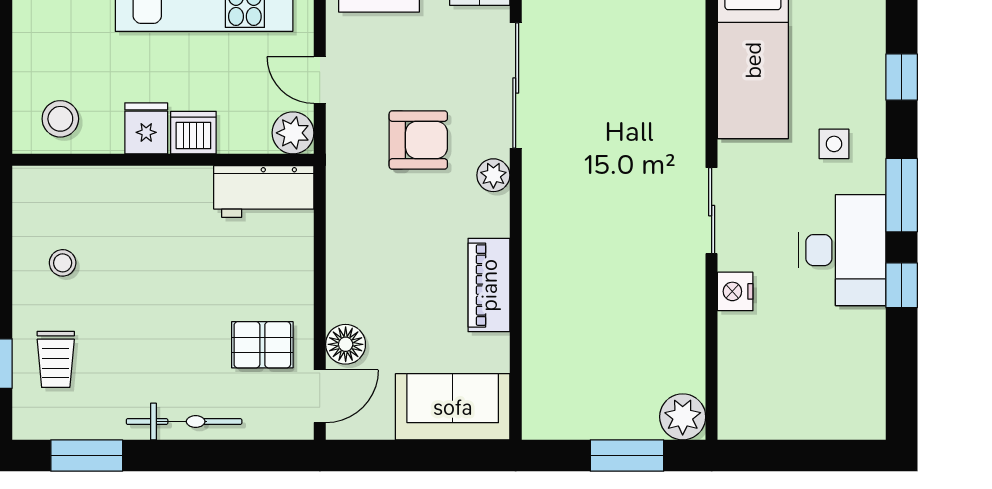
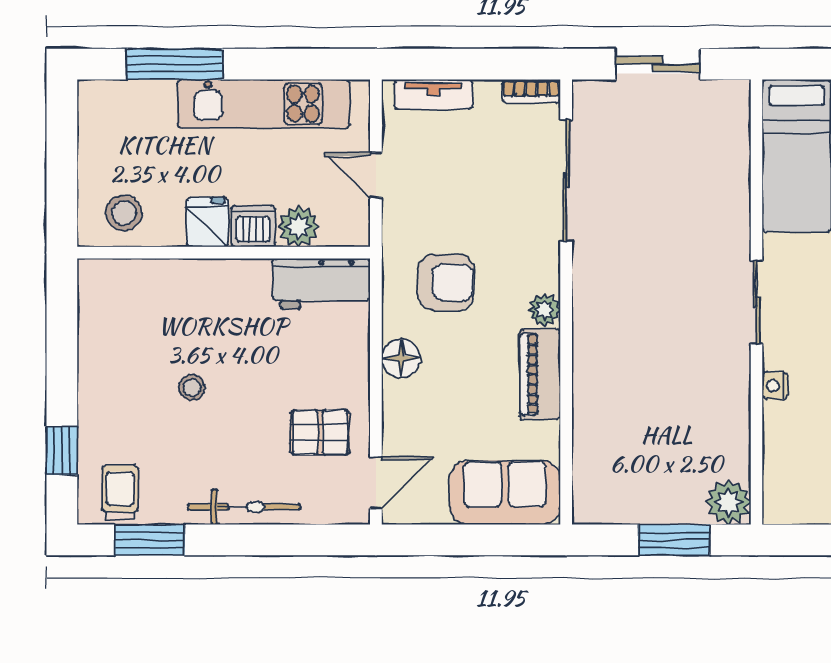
plant: (293, 133) -> (299, 227), moved
armchair: (418, 140) -> (446, 282), moved
plant: (493, 175) -> (544, 310), moved
stool: (63, 263) -> (192, 388), moved
nightstand: (735, 291) -> (775, 386), width x0.72, depth x0.74
floor lamp: (346, 344) -> (401, 358), moved
trolley: (56, 359) -> (120, 493), moved, turned 180

